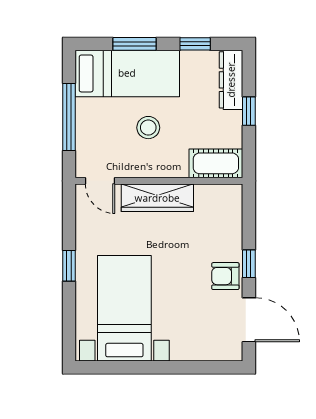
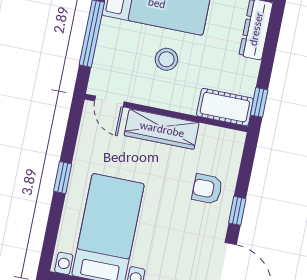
window: (249, 111) -> (259, 102), moved
armchair: (225, 276) -> (207, 189), moved

